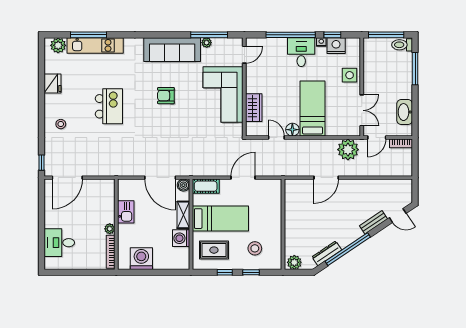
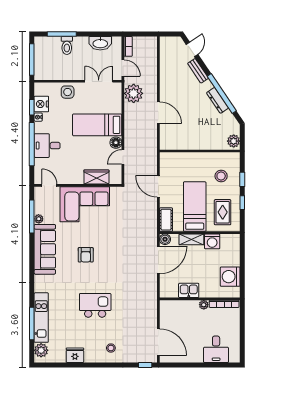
toilet: (402, 45) -> (67, 45), moved
desk: (301, 52) -> (47, 146), moved
dresser: (327, 253) -> (218, 100), moved

